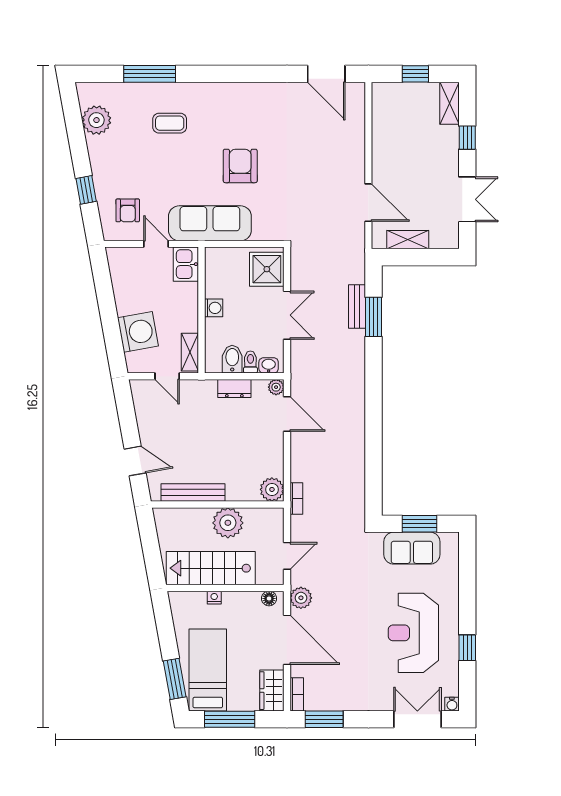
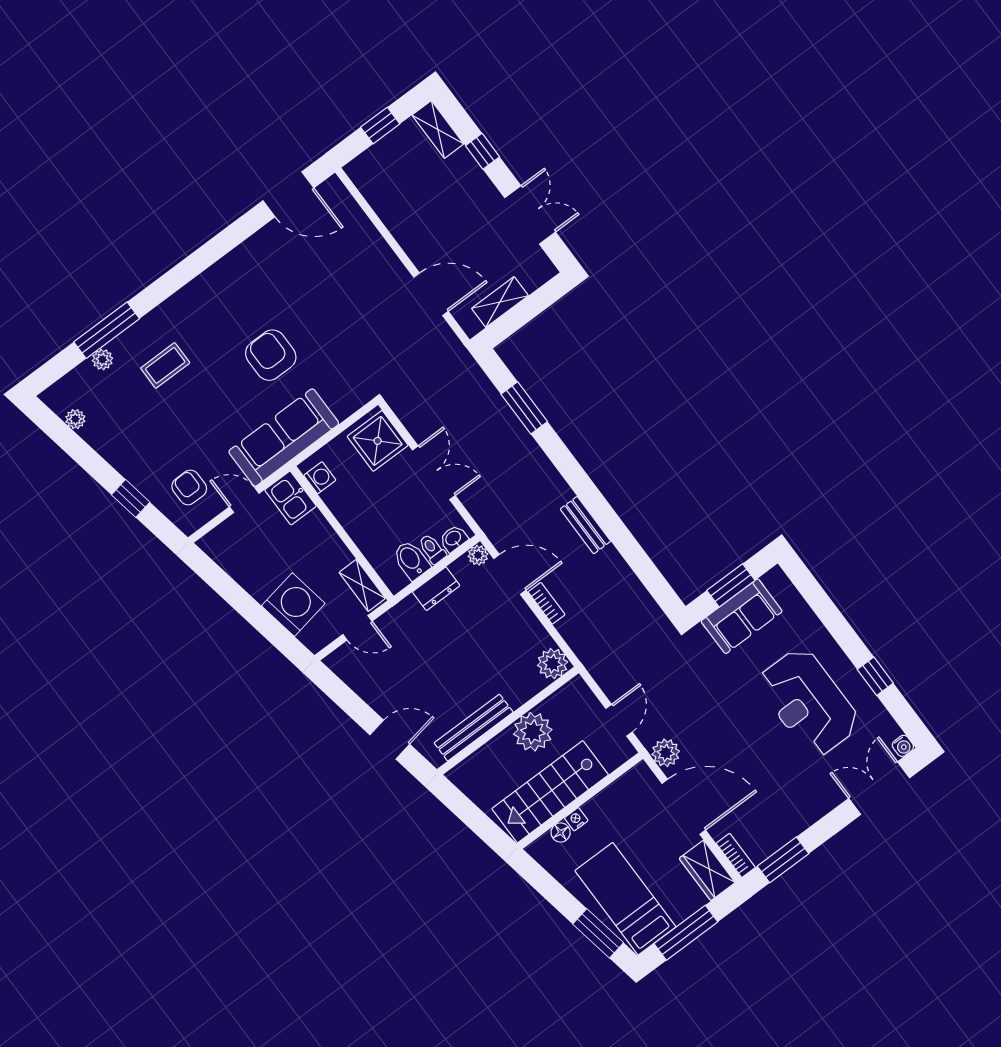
plant: (133, 90) -> (102, 359), added
plant: (96, 120) -> (75, 419), width x0.53, depth x0.53
armchair: (128, 210) -> (189, 487), turned 180
bench: (357, 306) -> (585, 525), moved
washing machine: (214, 308) -> (320, 478), moved
bookcase: (296, 498) -> (547, 603), moved
floor lamp: (269, 598) -> (561, 832), moved

